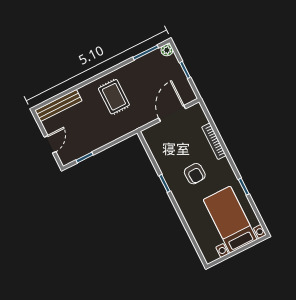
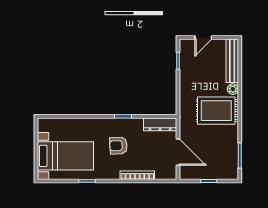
plant: (167, 50) -> (233, 89), moved
rug: (114, 97) -> (216, 111), width x1.36, depth x1.43
door: (50, 144) -> (203, 38), hinge flipped
dresser: (154, 144) -> (160, 124), added

